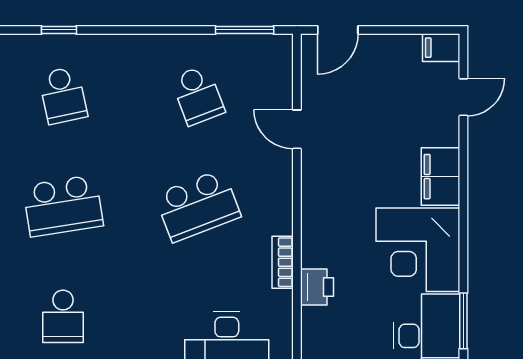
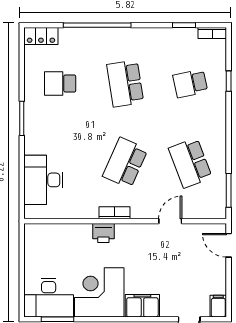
school desk: (198, 95) -> (190, 163), width x1.85
school desk: (198, 206) -> (125, 163), turned 45
bookcase: (283, 262) -> (115, 213), moved
printer: (317, 287) -> (103, 233), moved

